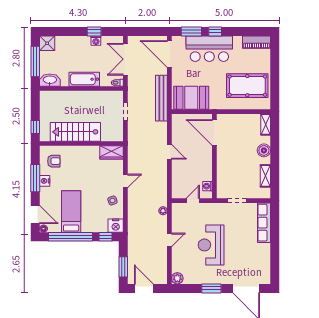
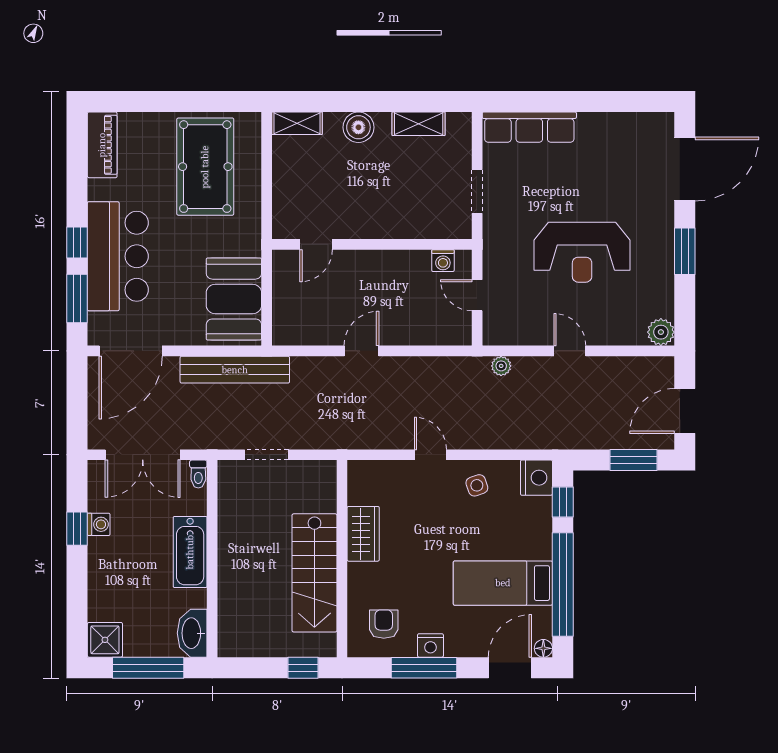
door: (214, 132) -> (316, 244), width x0.53
wardrobe: (112, 152) -> (363, 534), moved

